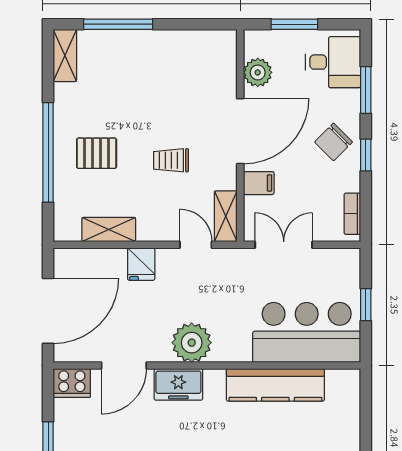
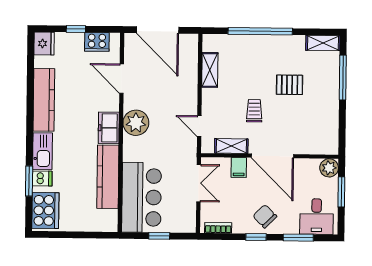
plant: (258, 72) -> (329, 168), moved
pallet: (97, 153) -> (290, 85), moved, turned 90
shelving: (226, 216) -> (231, 146), moved
door: (196, 245) -> (199, 126), swing flipped
fridge: (141, 264) -> (187, 91), removed
cooker: (72, 383) -> (97, 42), moved, turned -90
freezer: (178, 384) -> (109, 128), moved

